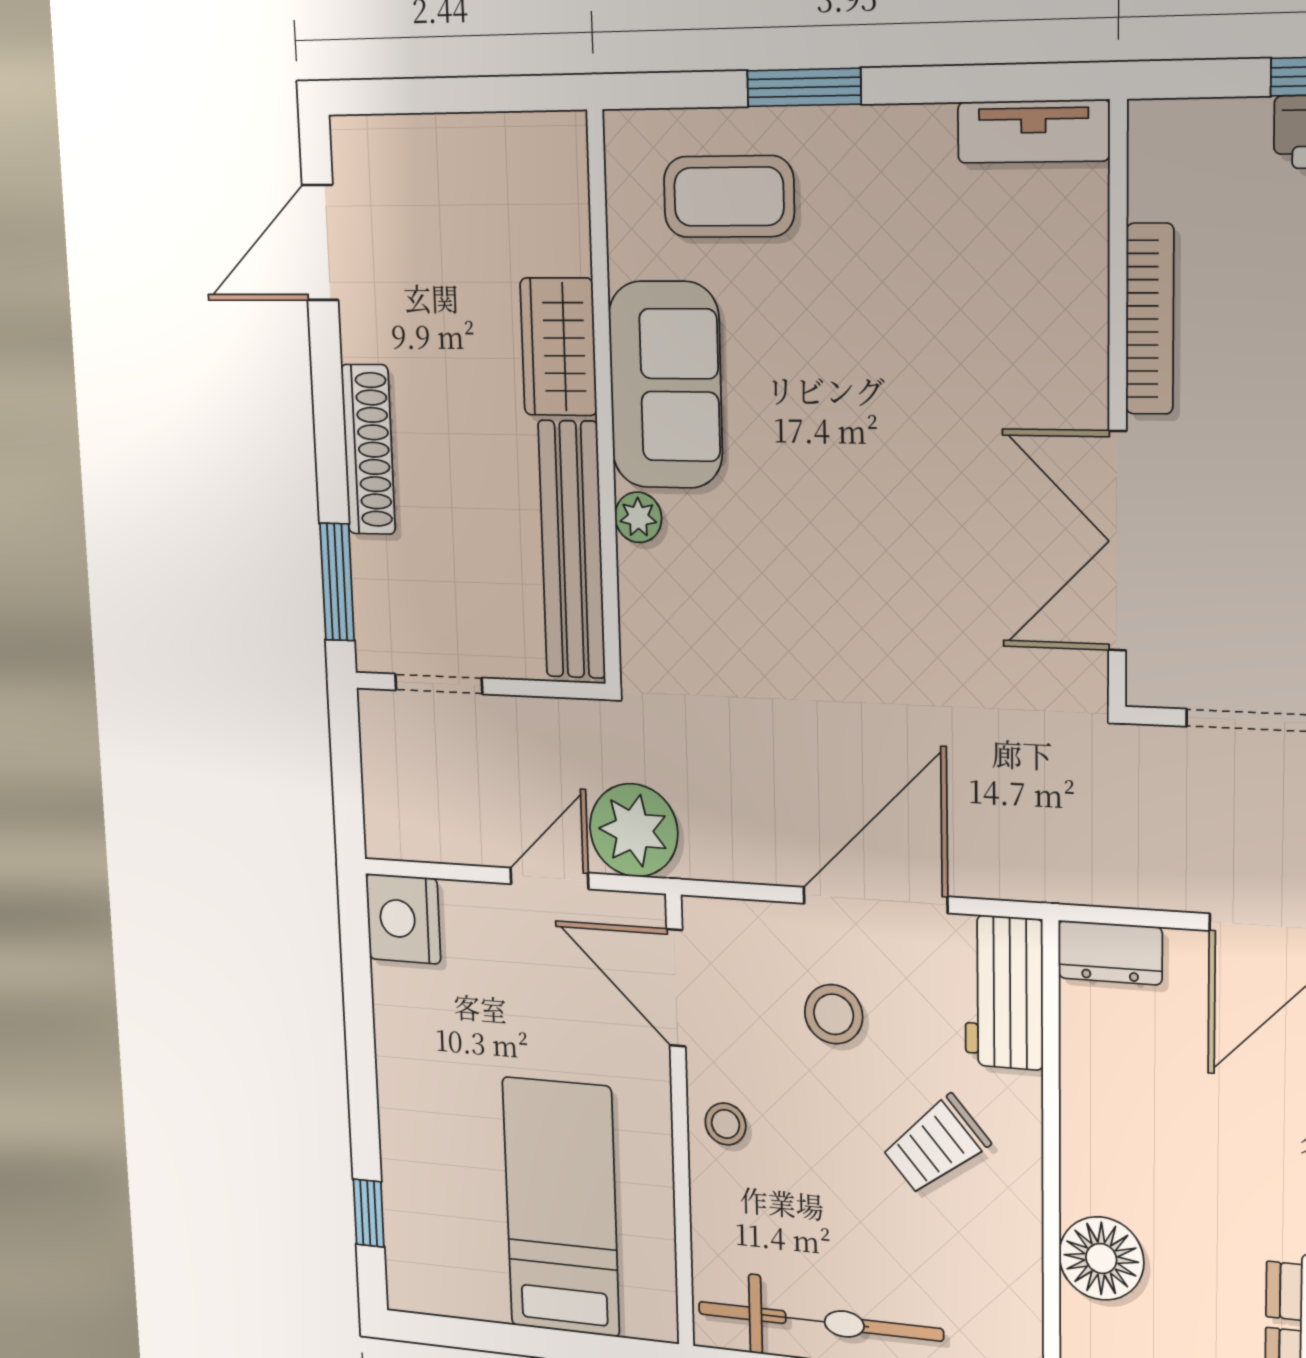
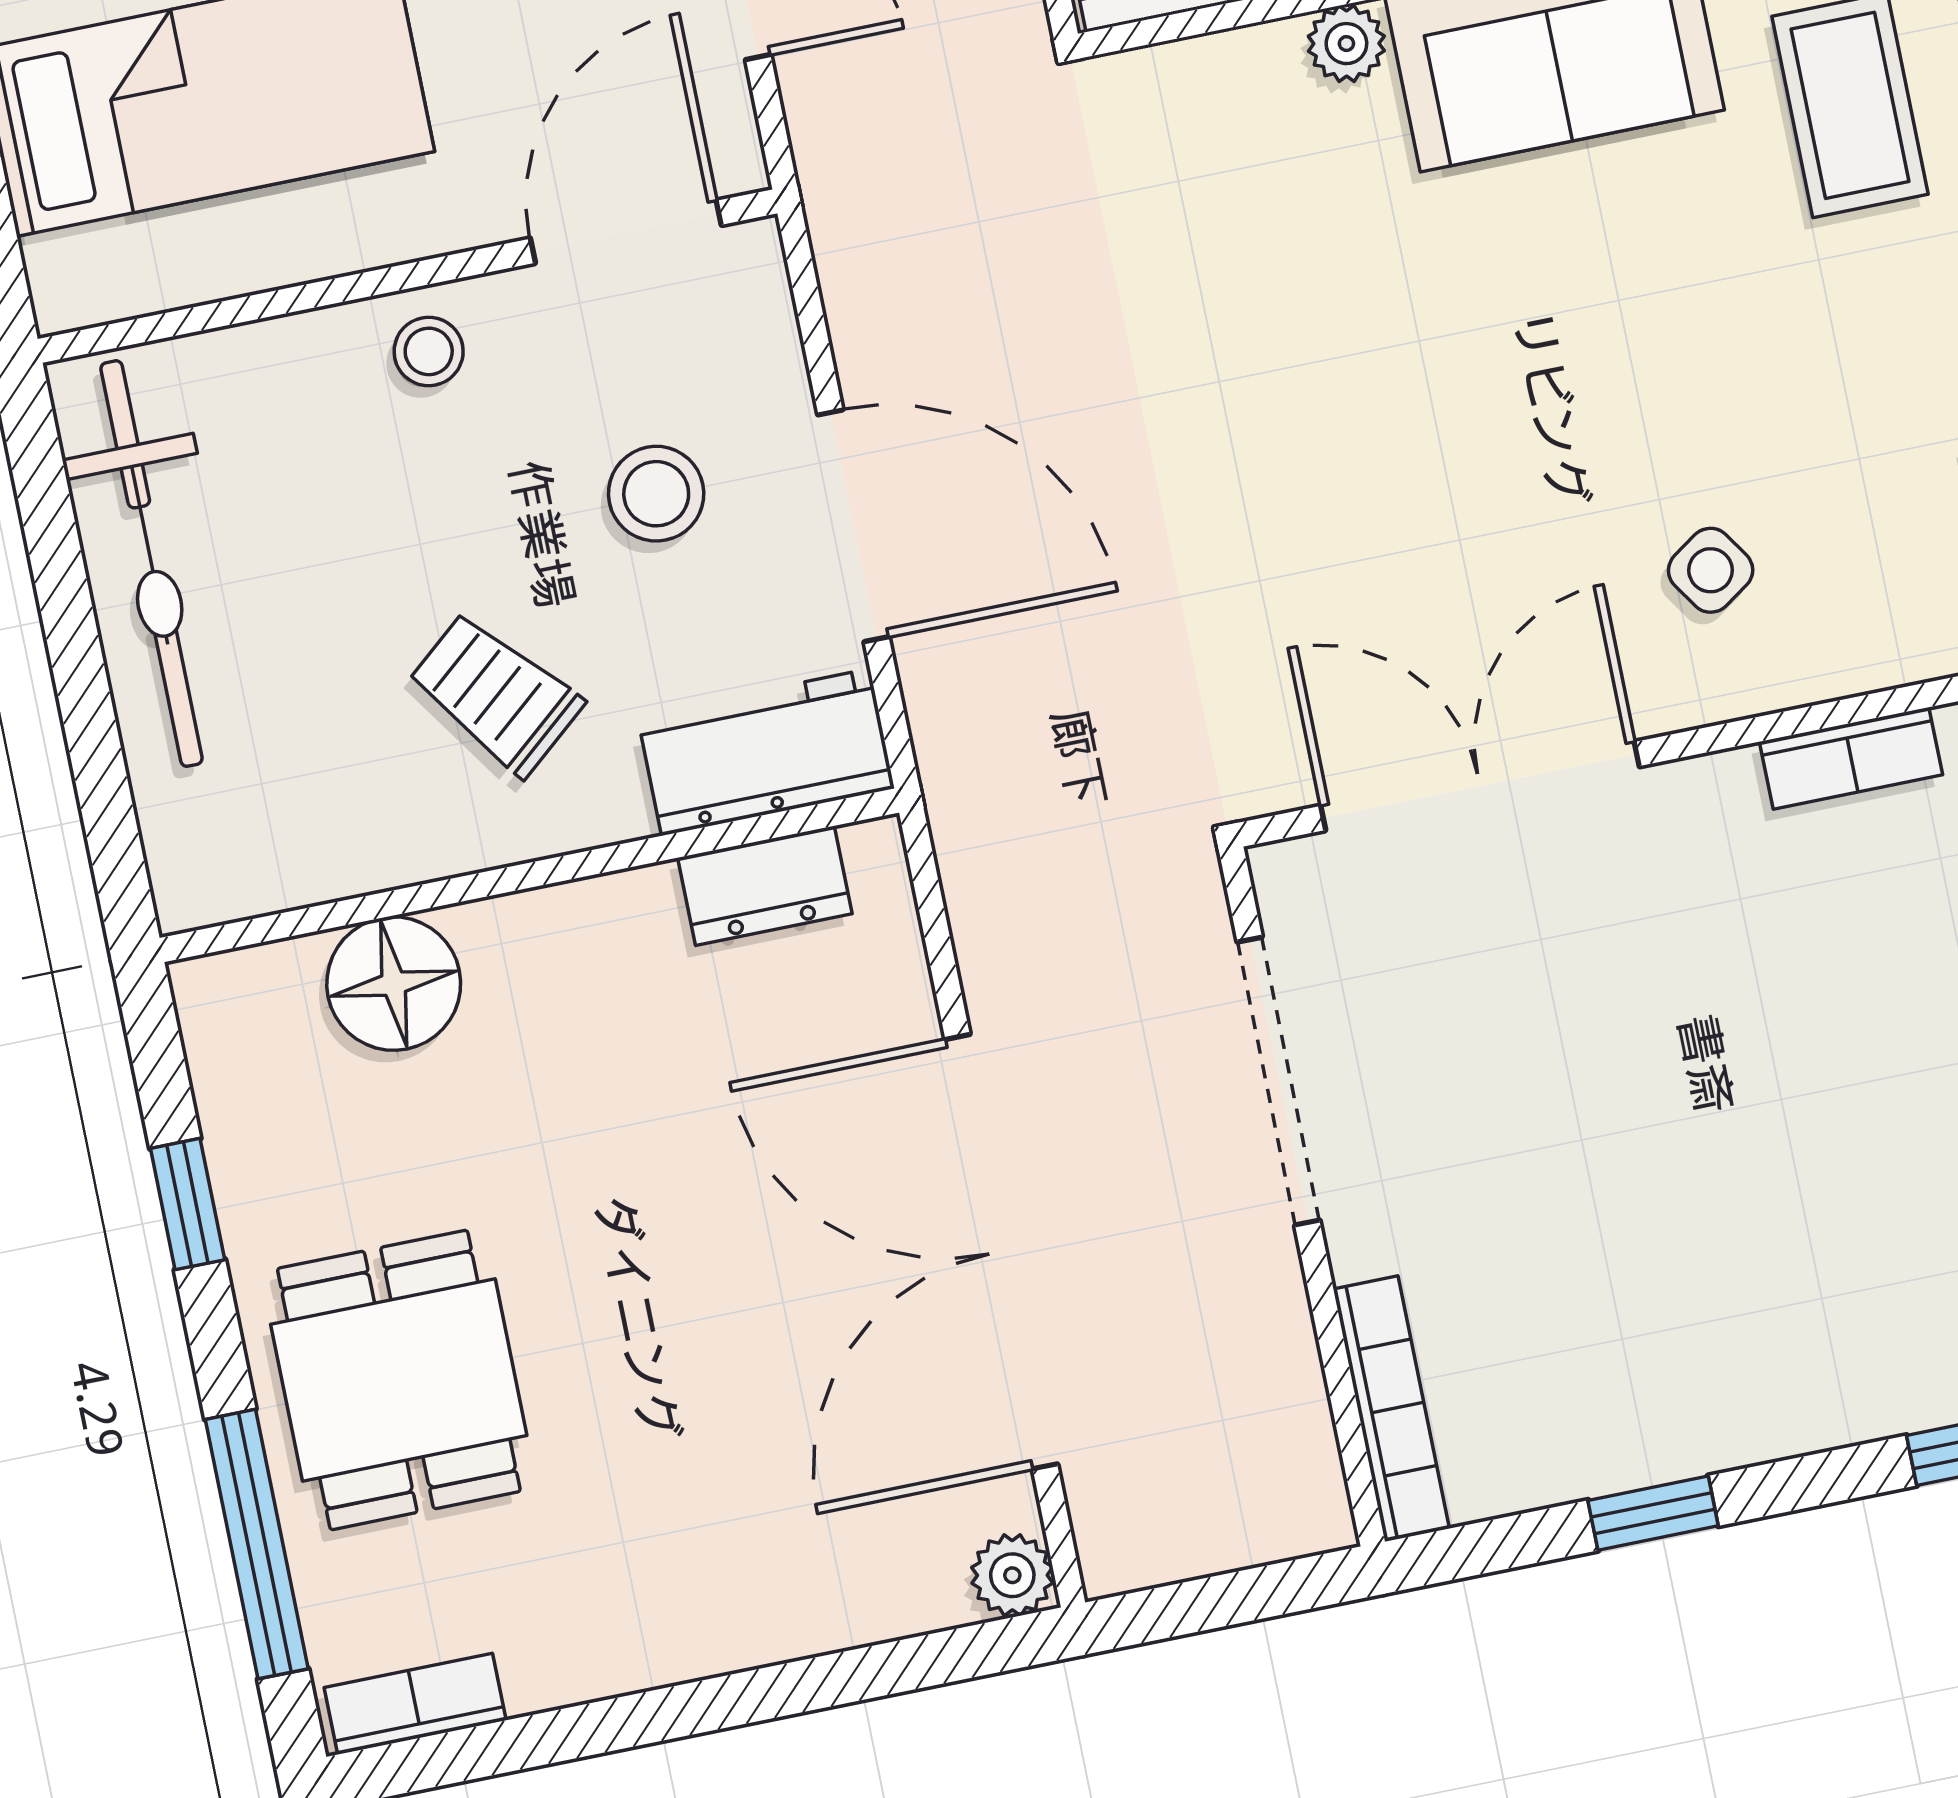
bookcase: (1150, 319) -> (1851, 758), width x0.64
side table: (1007, 354) -> (1711, 570), added
plant: (634, 830) -> (859, 119), removed
dresser: (1110, 953) -> (765, 886), moved, turned -90

